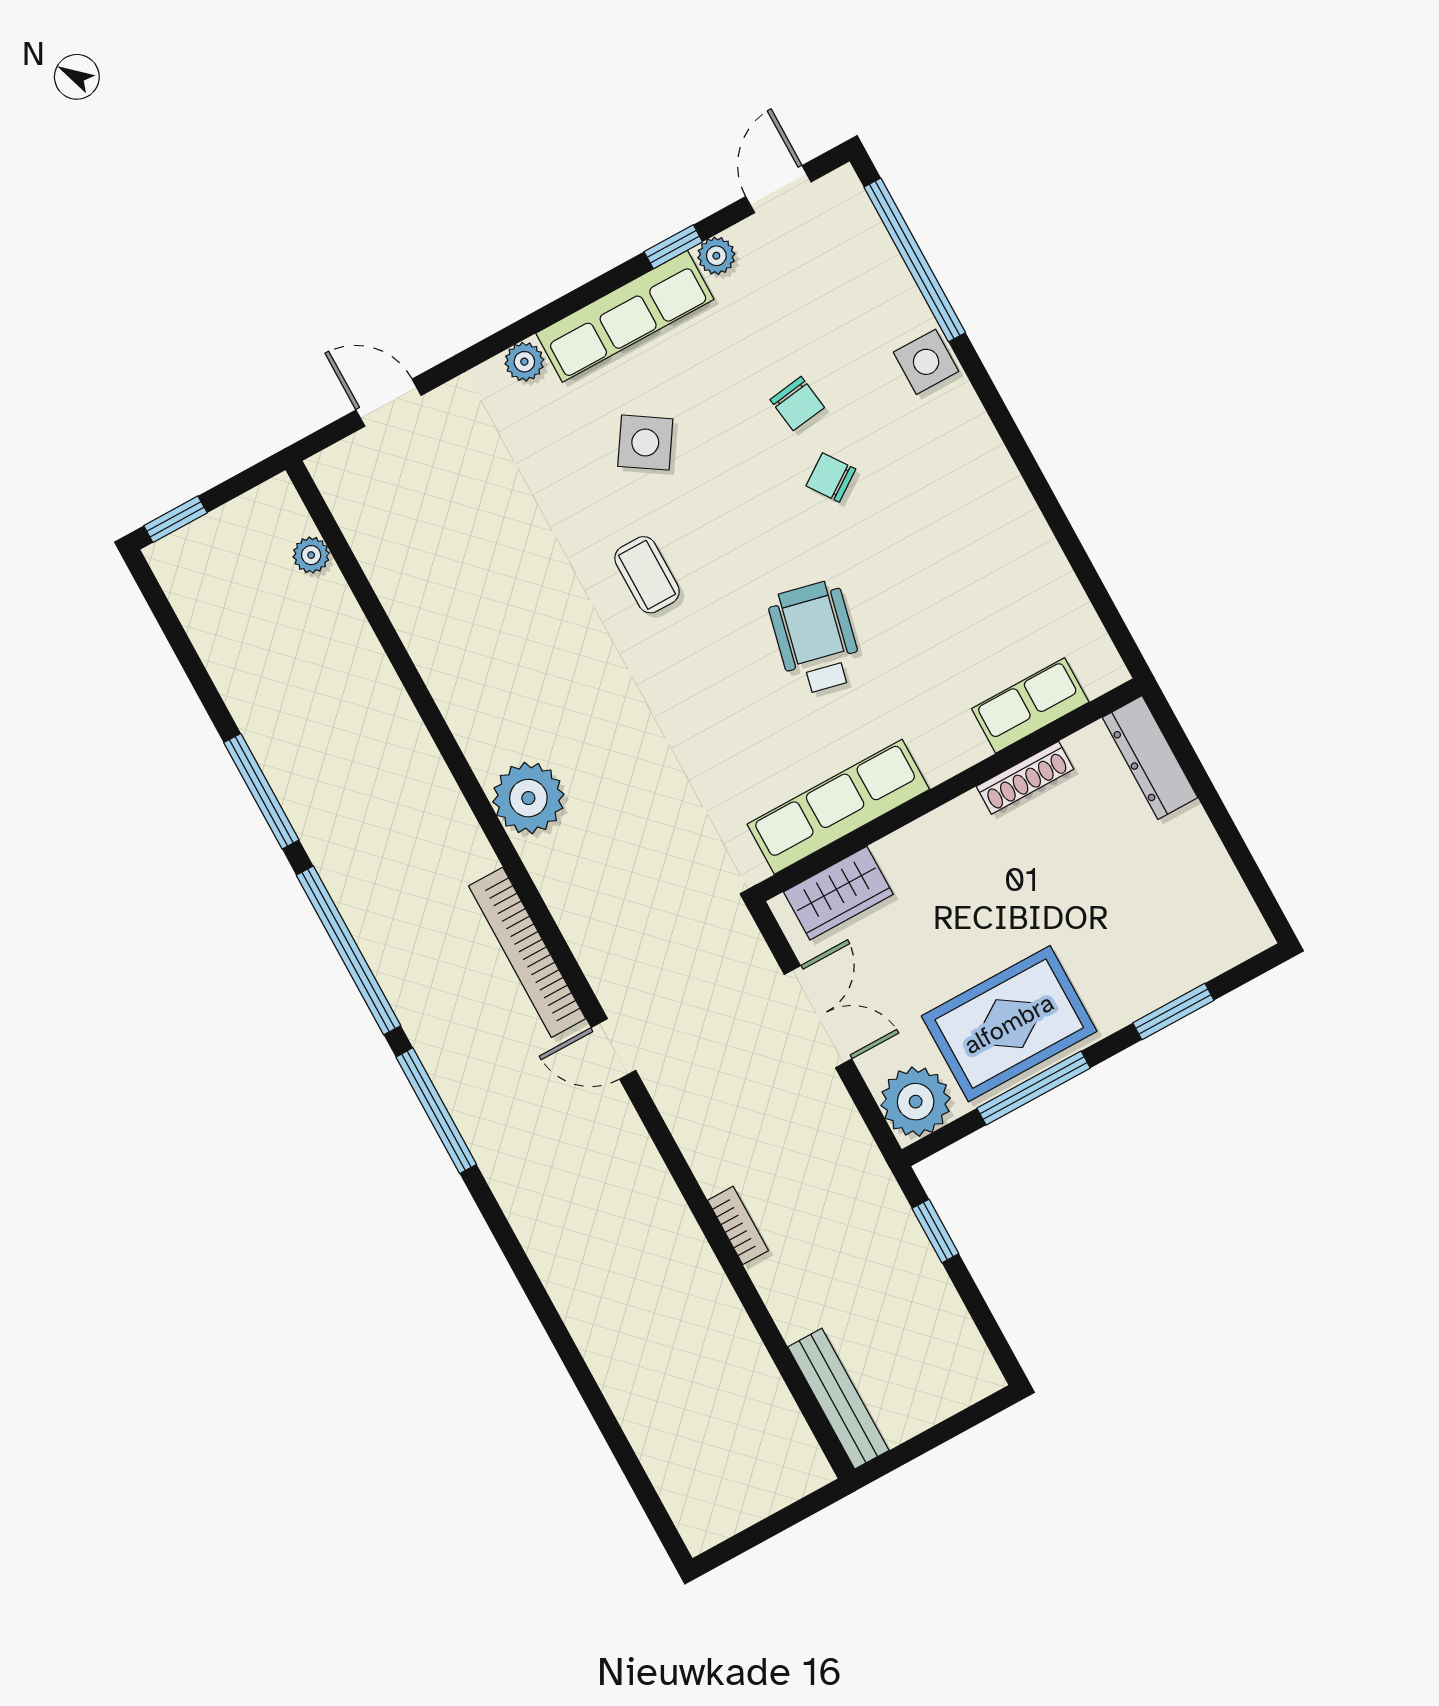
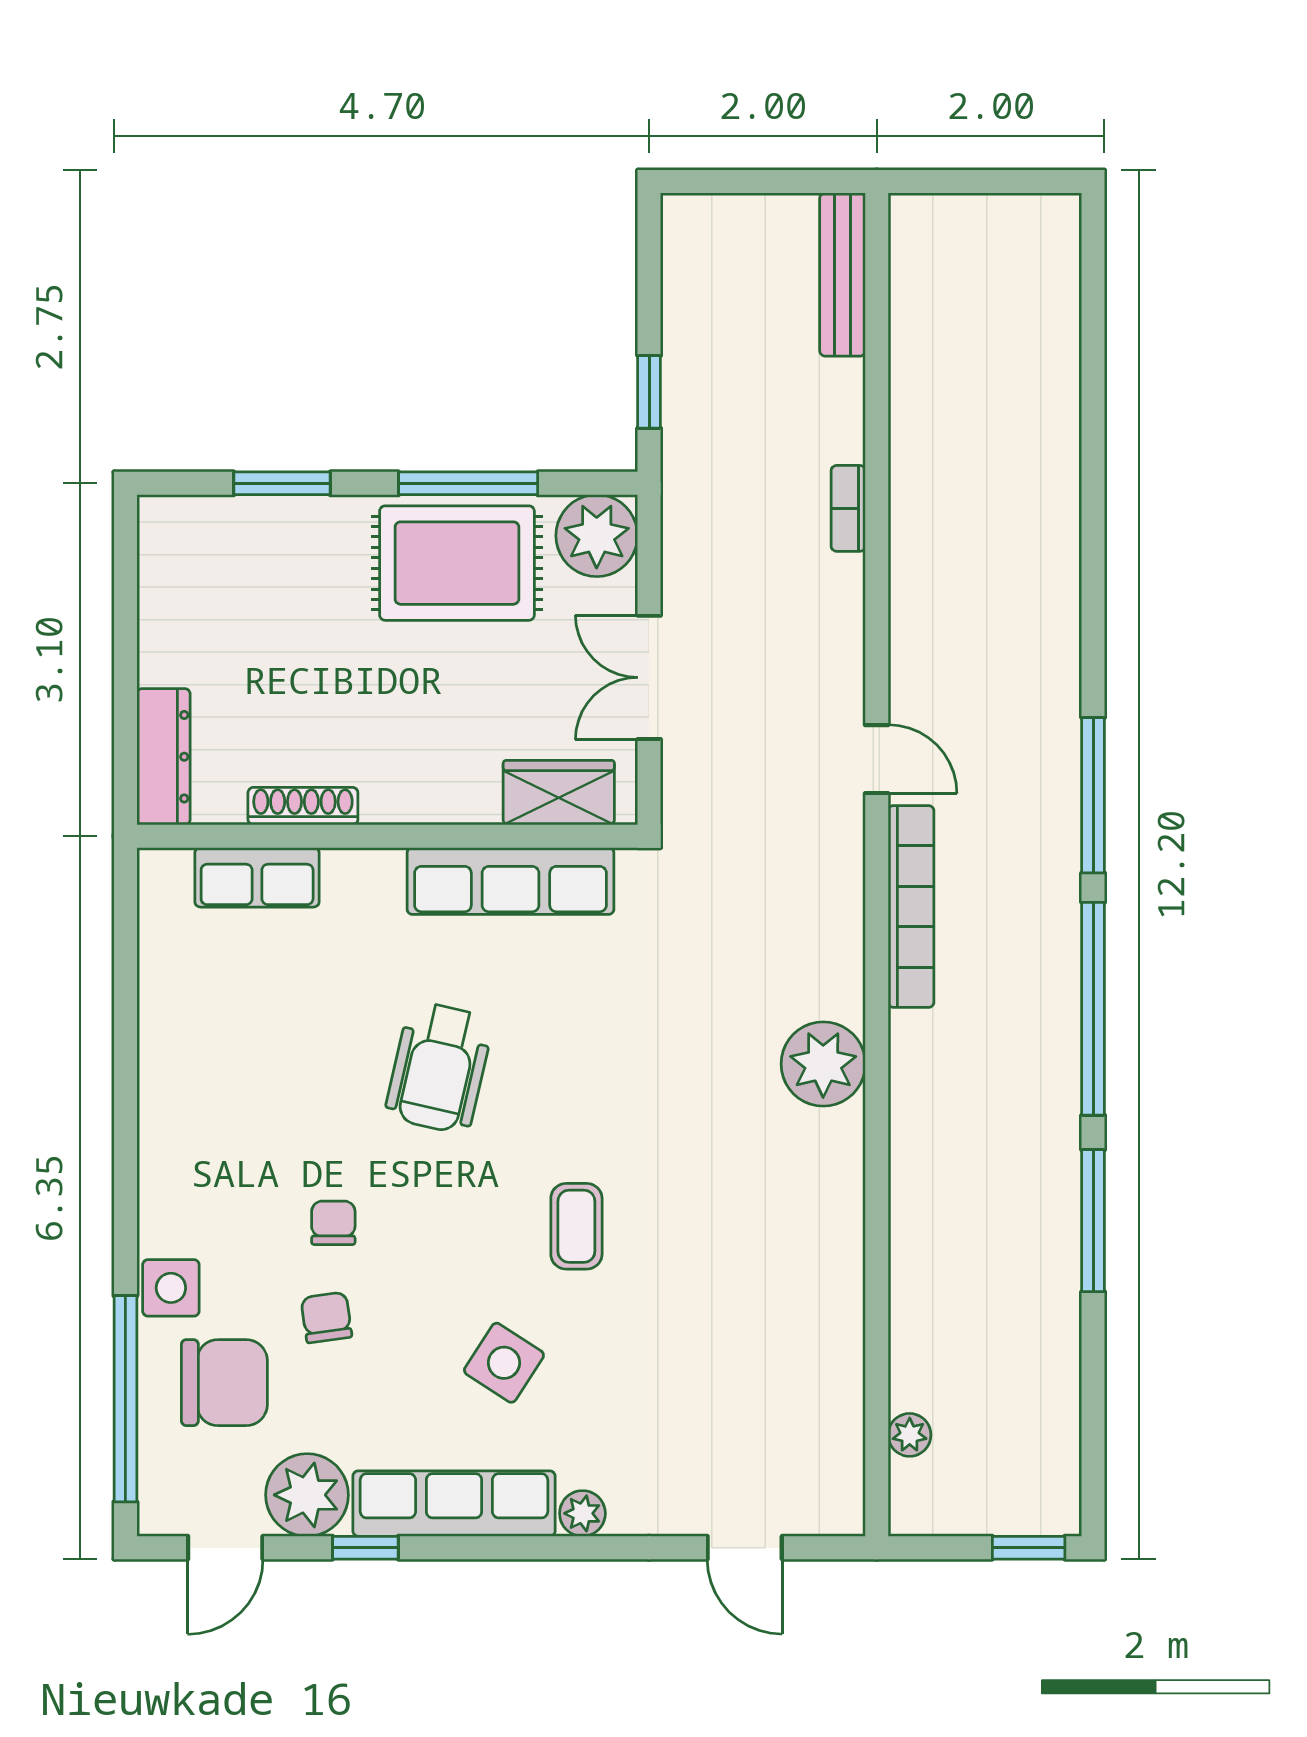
plant: (716, 256) -> (307, 1495), width x1.88, depth x1.88
chair: (847, 313) -> (224, 1383), added
chair: (831, 477) -> (333, 1223), turned -145

